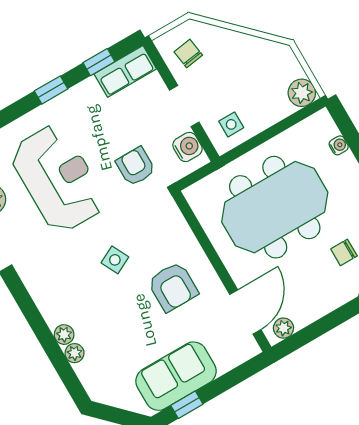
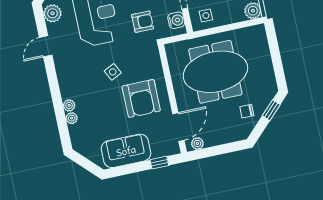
water cooler: (339, 145) -> (264, 48), removed
armchair: (136, 166) -> (143, 22), turned 90
armchair: (173, 287) -> (141, 98), width x1.36, depth x1.36
window: (187, 405) -> (159, 163), moved

